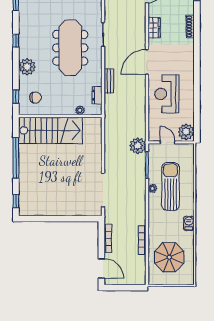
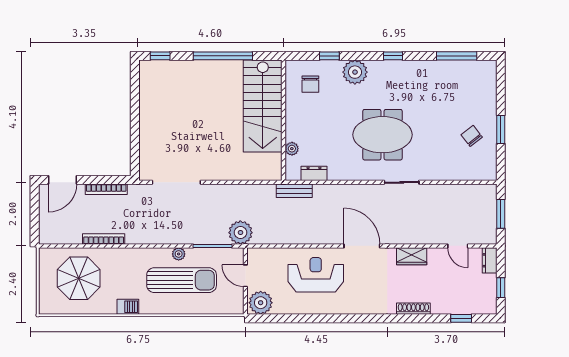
meeting table: (70, 48) -> (383, 135), width x0.73
bench: (109, 81) -> (294, 191), moved
window: (16, 97) -> (329, 56), moved
door: (168, 142) -> (245, 276), swing flipped

